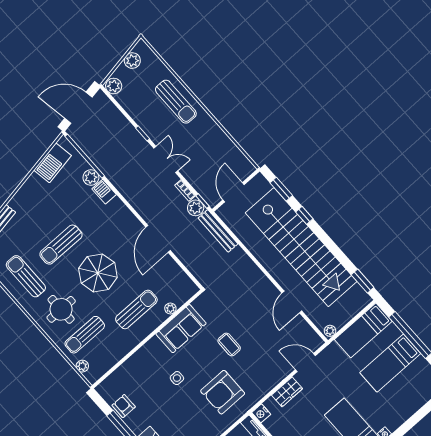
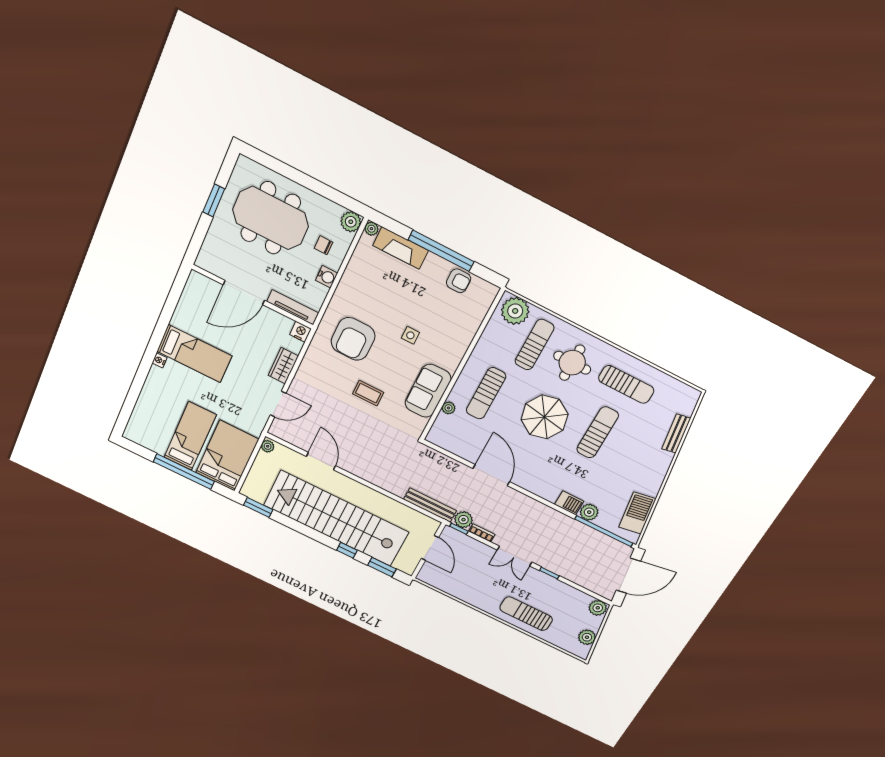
bed: (363, 330) -> (227, 456), width x1.50
plant: (82, 366) -> (515, 311), width x1.87, depth x1.87
armchair: (223, 392) -> (353, 339), turned 180

